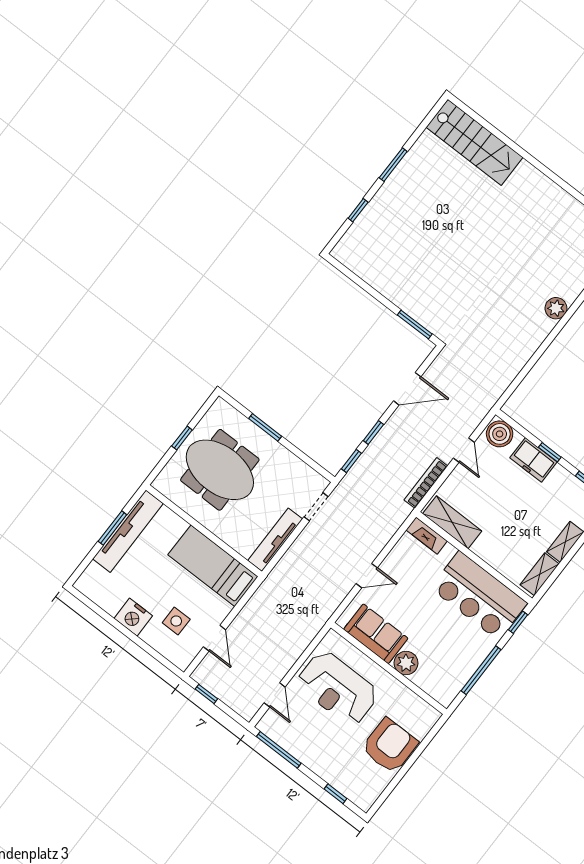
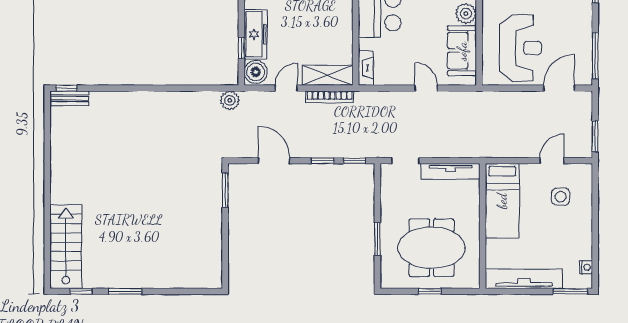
window: (358, 210) -> (81, 291), moved
plant: (556, 308) -> (230, 100), moved
window: (550, 452) -> (241, 48), moved
freezer: (533, 460) -> (256, 34), width x1.40
meeting table: (220, 470) -> (432, 248), turned 90
shelving: (452, 522) -> (328, 75), moved, turned 90
window: (112, 528) -> (570, 291), moved
nightstand: (133, 617) -> (586, 267), moved, width x0.53, depth x0.56
window: (206, 694) -> (595, 136), width x1.50
door: (275, 695) -> (559, 88), width x1.37

